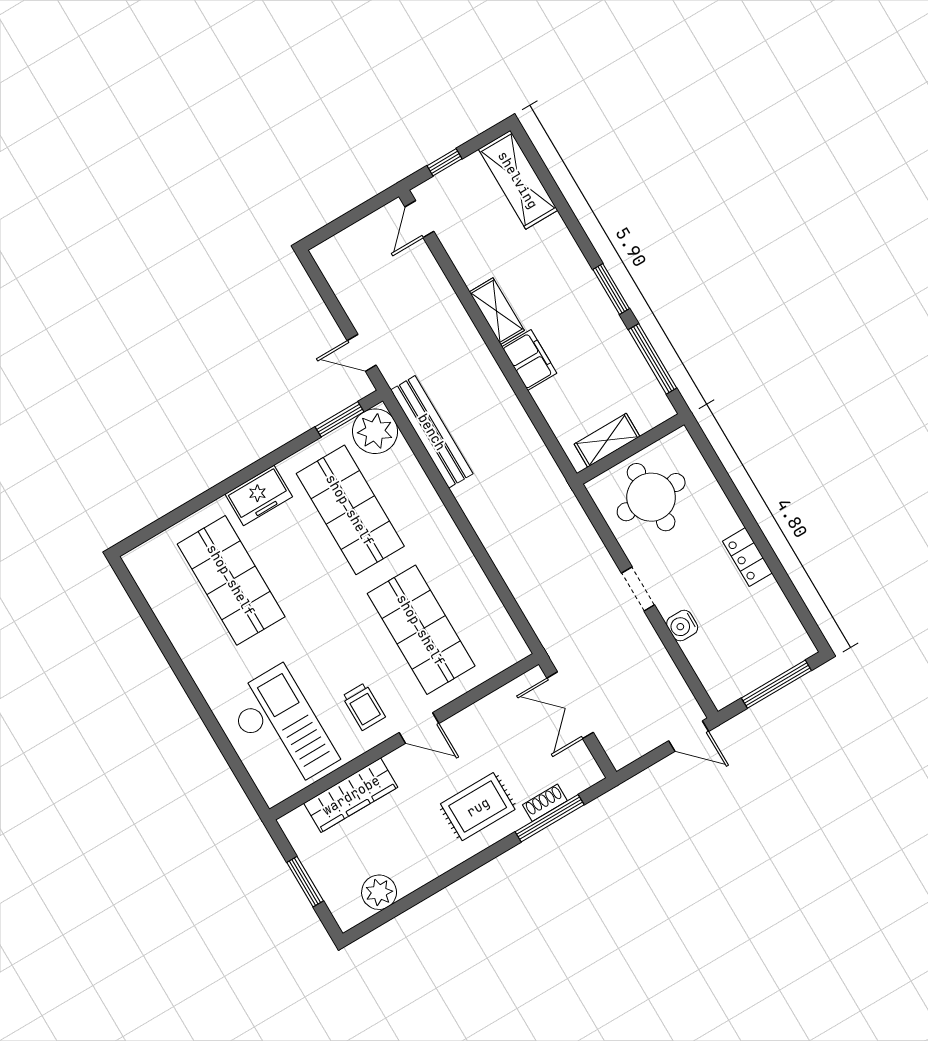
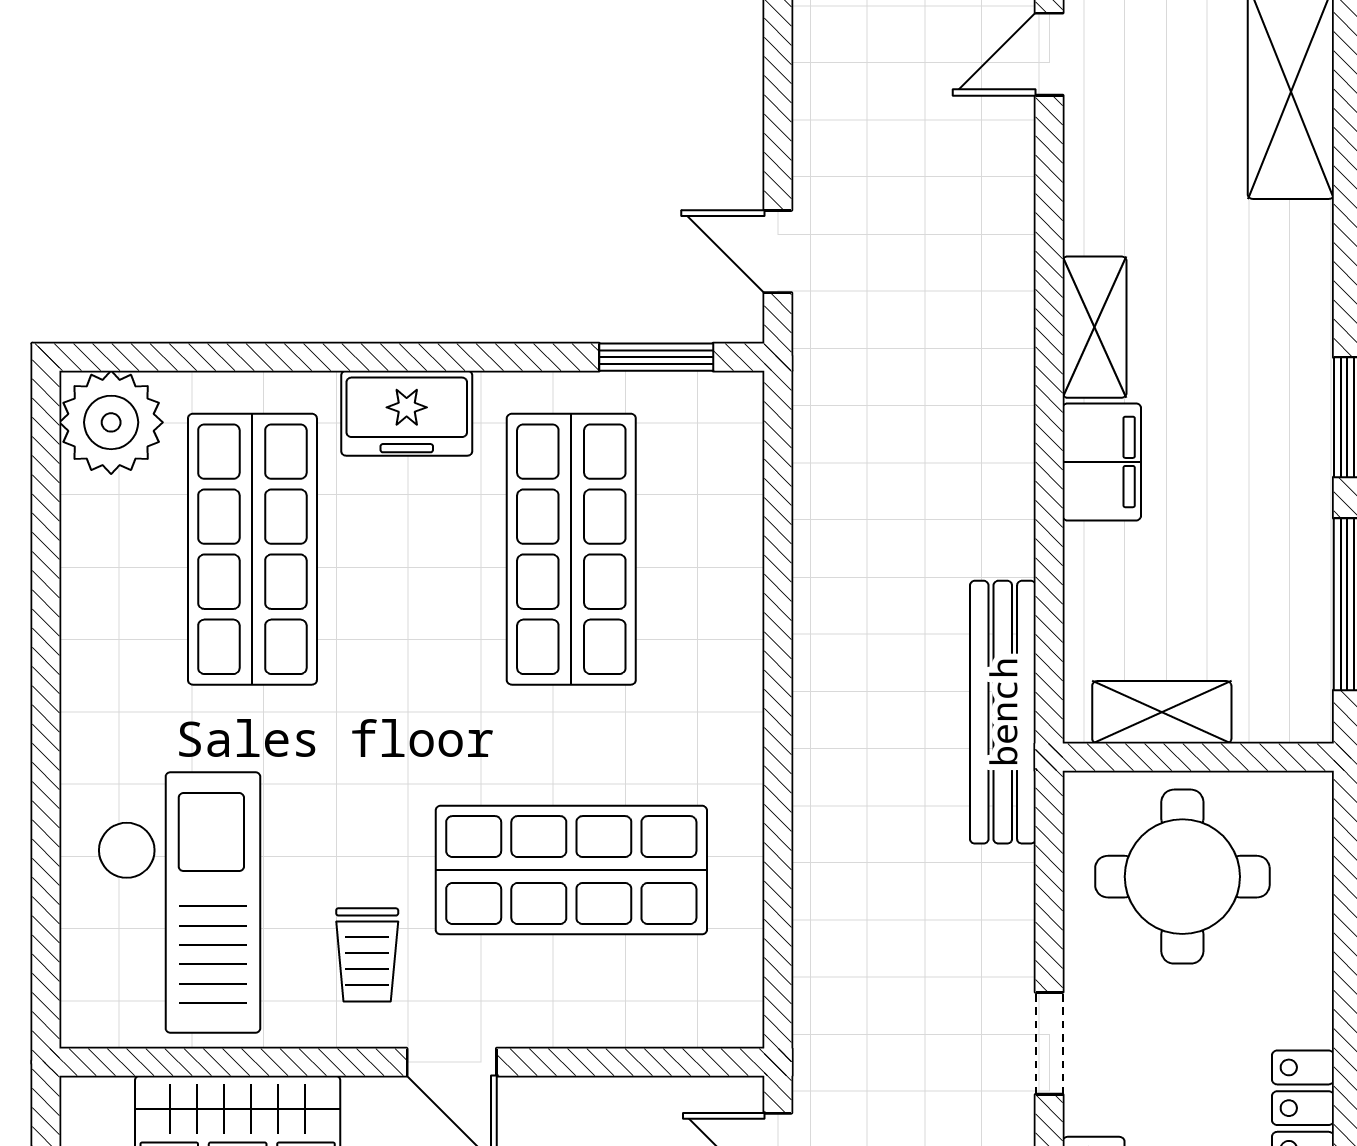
plant: (375, 431) -> (111, 422), moved
bench: (432, 432) -> (1003, 712), moved
shop shelf: (421, 630) -> (571, 870), turned 90

